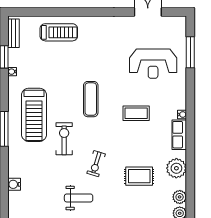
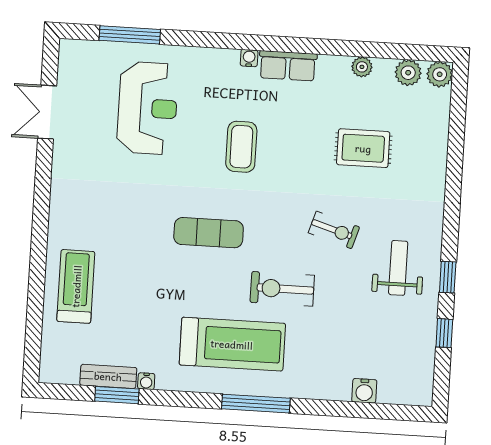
bench: (13, 33) -> (108, 376), moved
plant: (176, 168) -> (362, 67), width x0.53, depth x0.53
rug: (139, 176) -> (363, 148), turned 90

